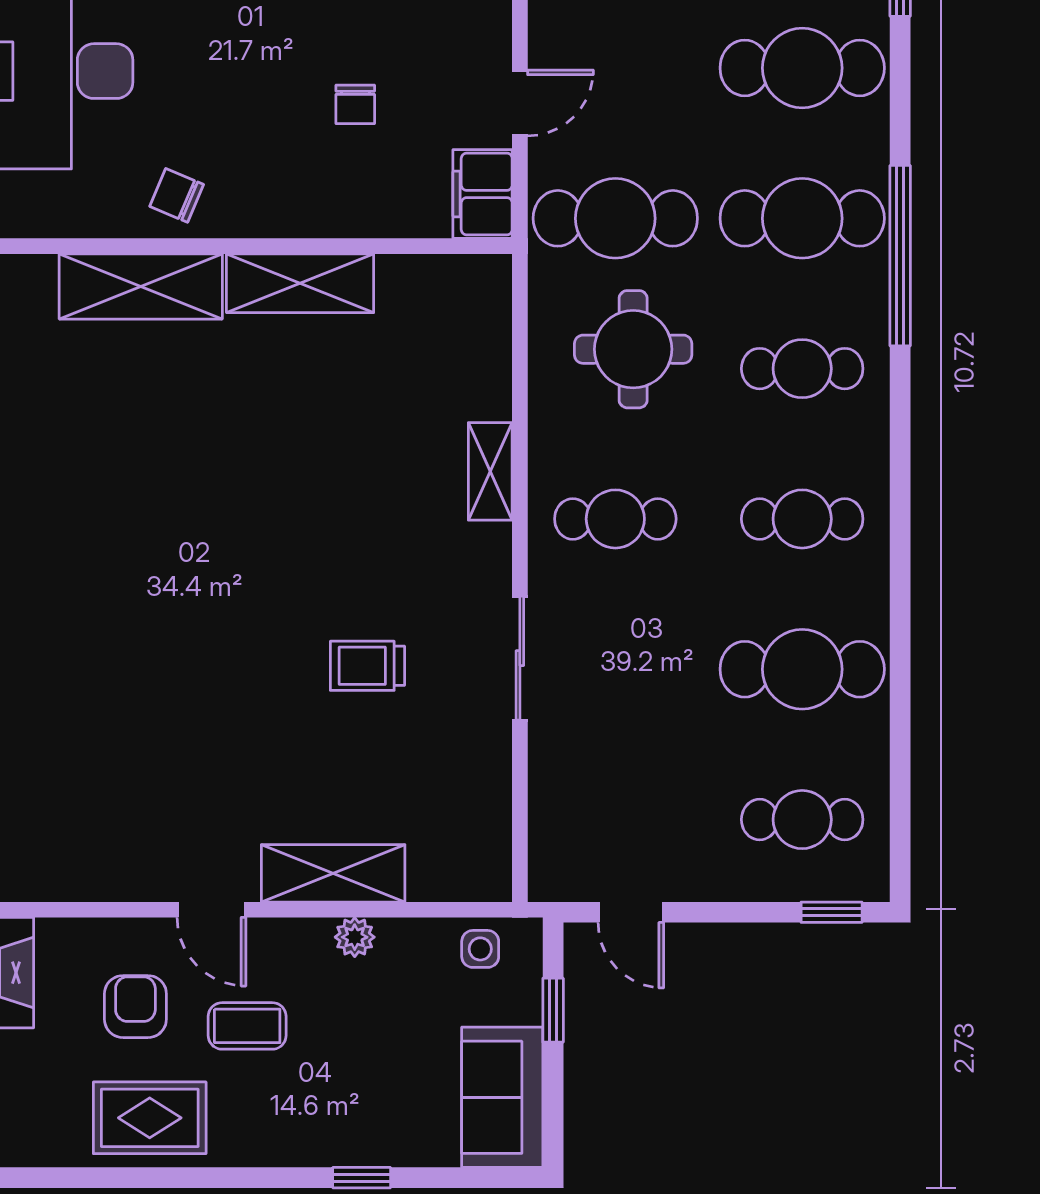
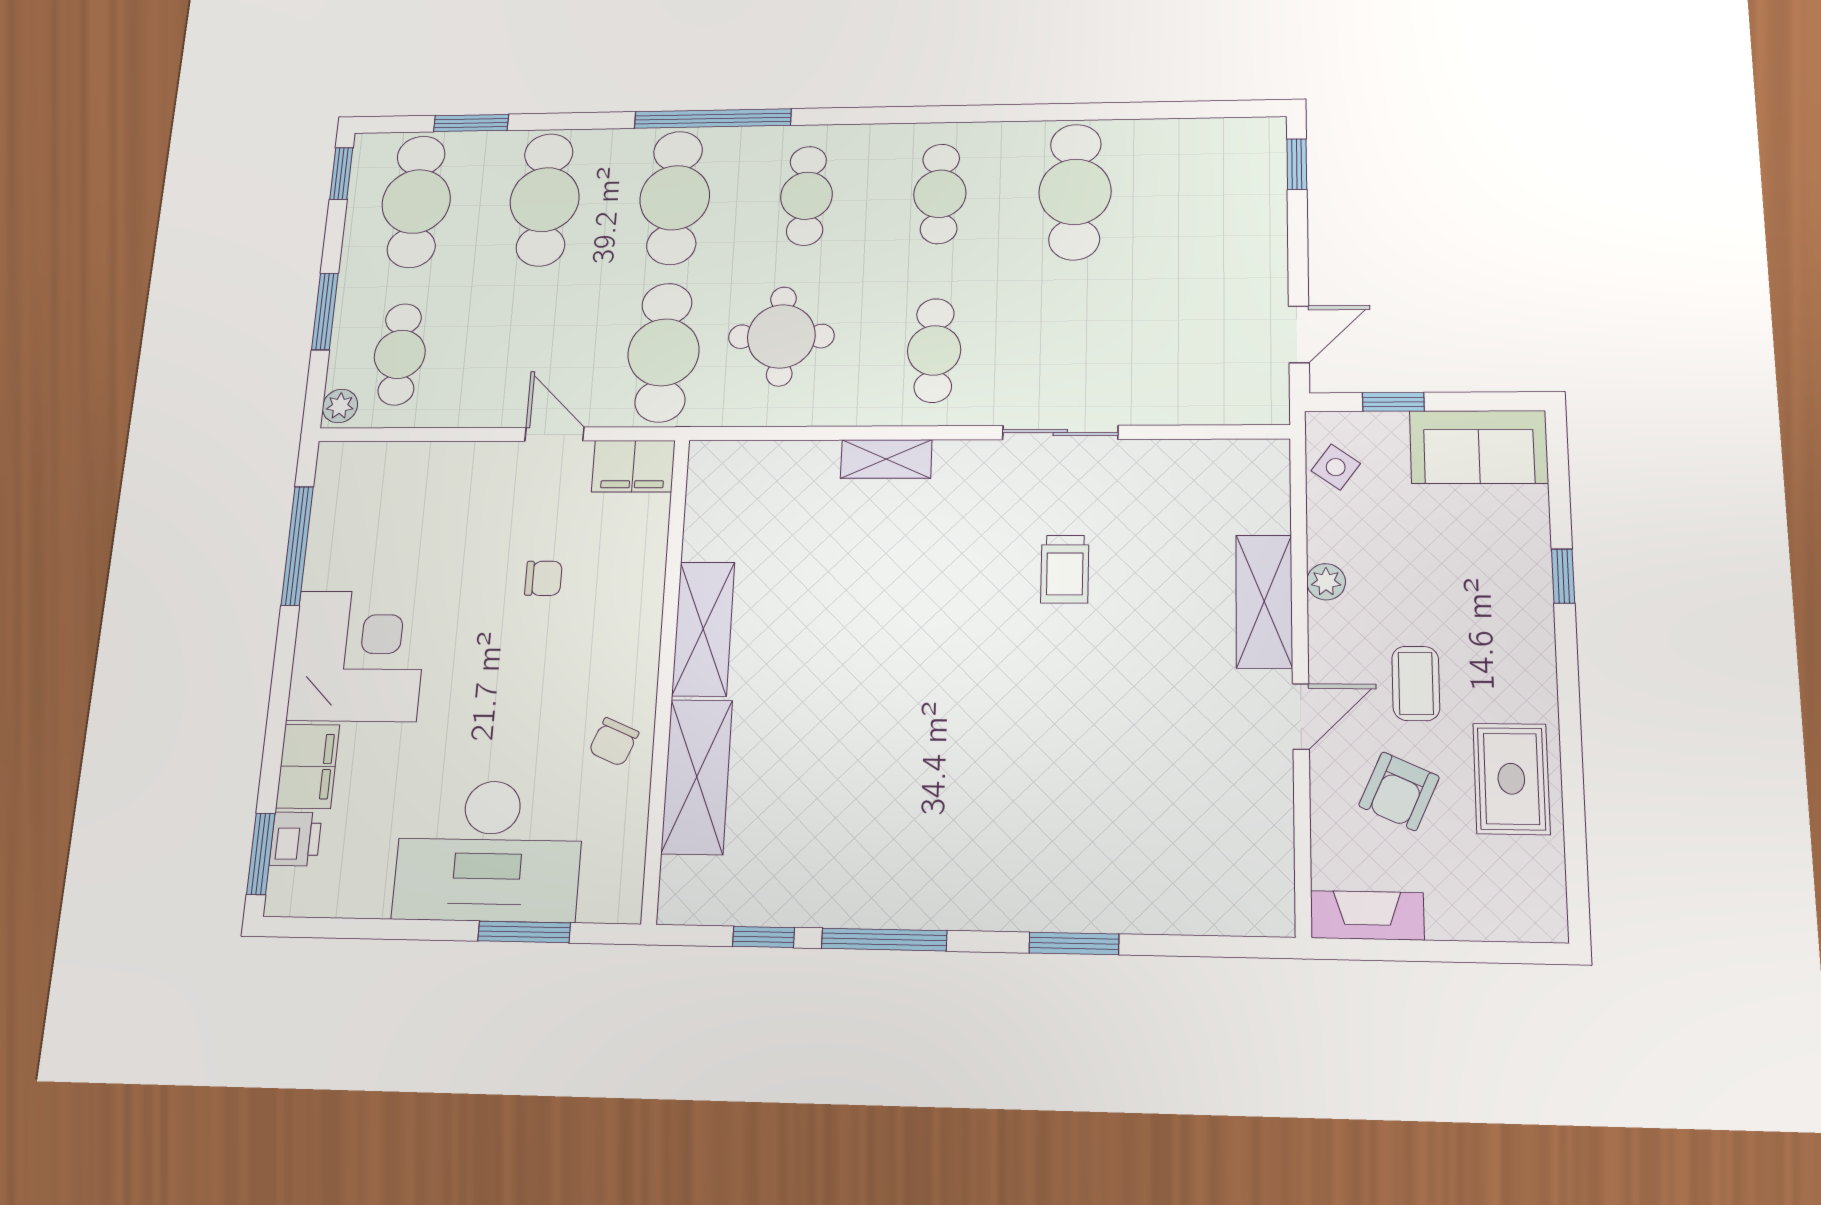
cafe table: (802, 820) -> (1212, 190), removed
side table: (480, 949) -> (1336, 467), turned 36
armchair: (135, 1007) -> (1399, 791), turned -66

